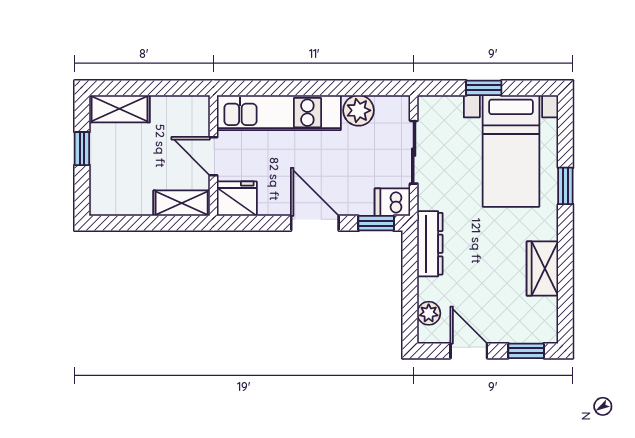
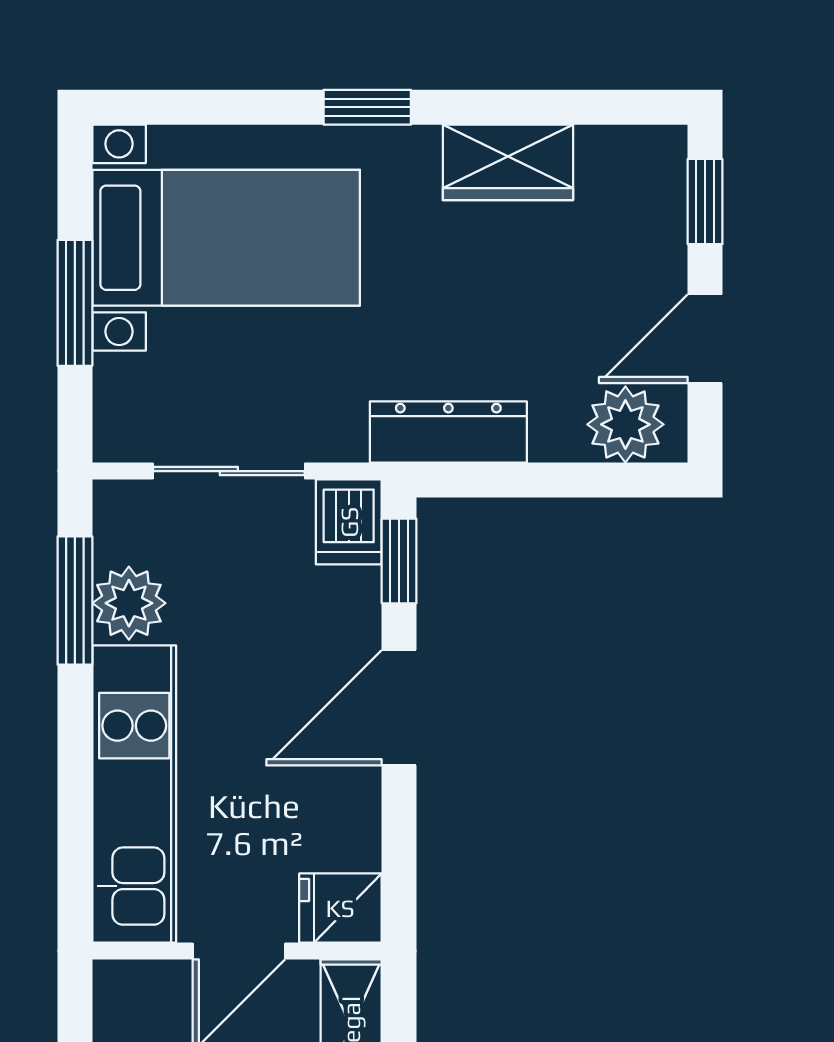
window: (360, 88) -> (75, 601), added
window: (484, 88) -> (75, 303), width x1.50
window: (565, 186) -> (367, 107), moved
fridge: (237, 199) -> (340, 908), width x0.72
plant: (429, 313) -> (625, 424), width x1.38, depth x1.38

